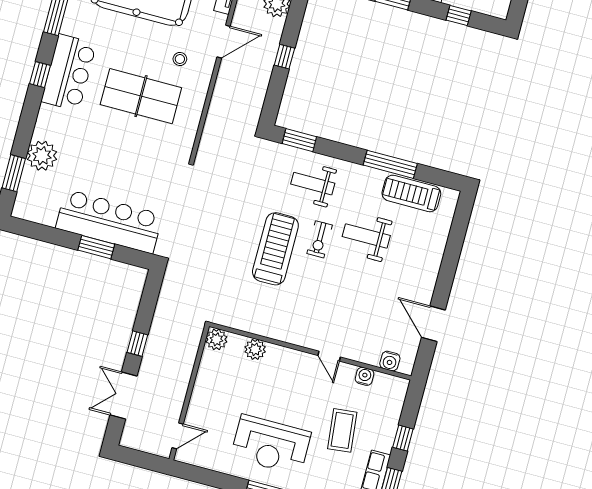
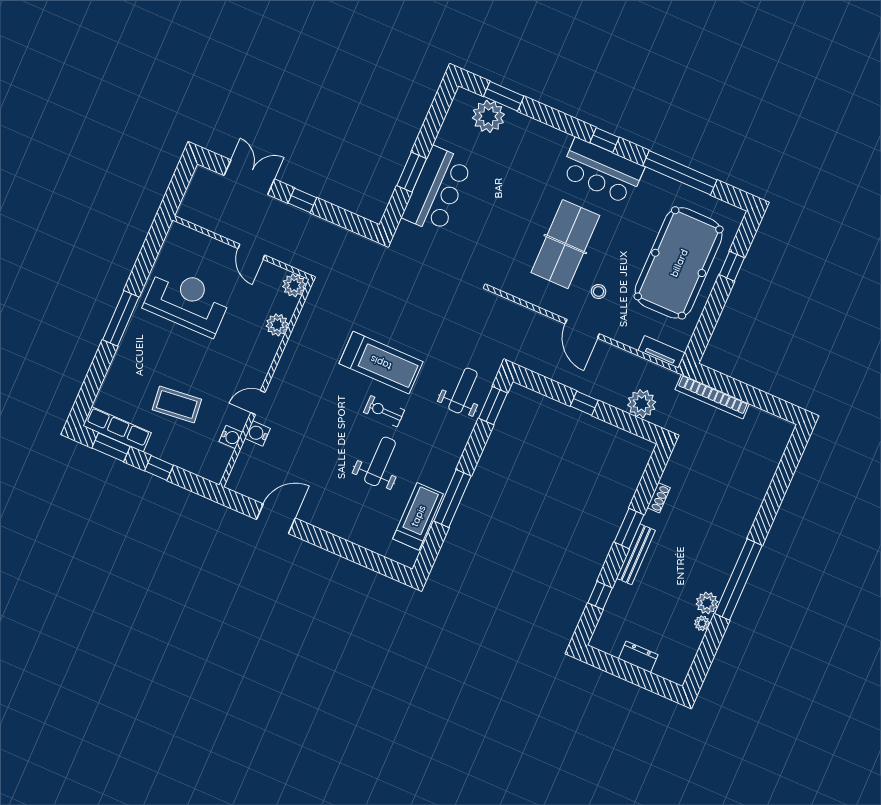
door: (224, 42) -> (582, 329), moved
plant: (42, 156) -> (488, 116), moved
weight bench: (313, 184) -> (463, 391), moved
bar counter: (109, 221) -> (437, 190), width x0.73
water cooler: (390, 361) -> (257, 433), moved
door: (178, 436) -> (251, 252), moved
reception desk: (271, 445) -> (187, 301), moved, turned 90

